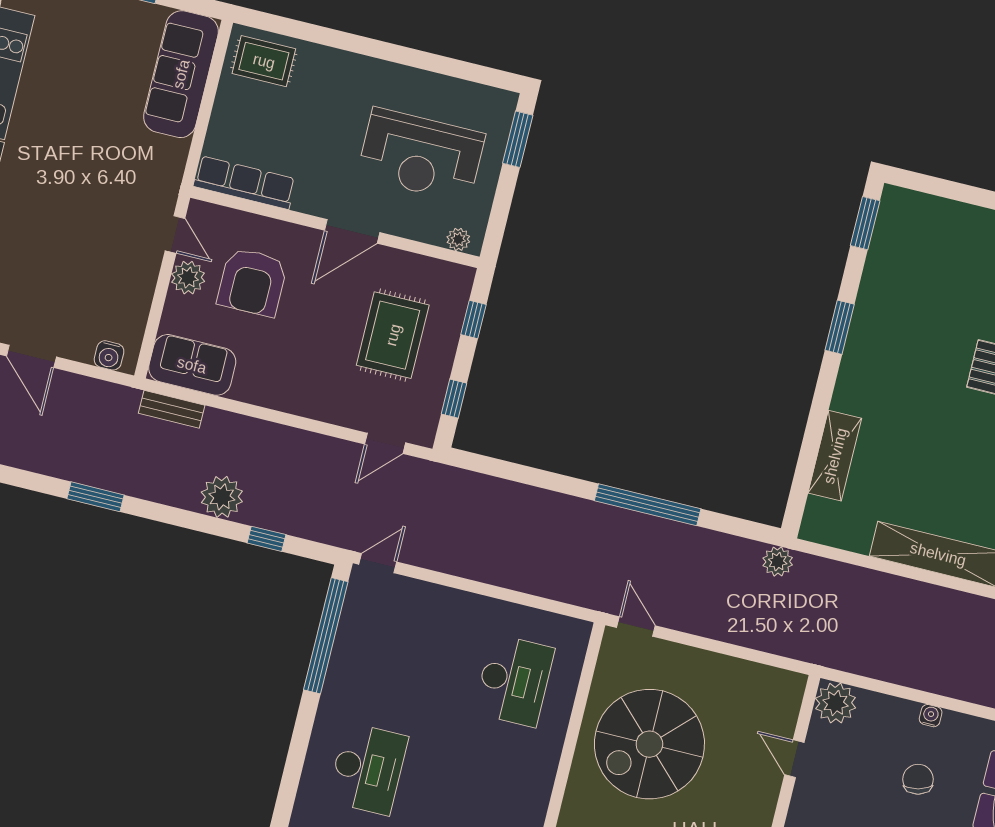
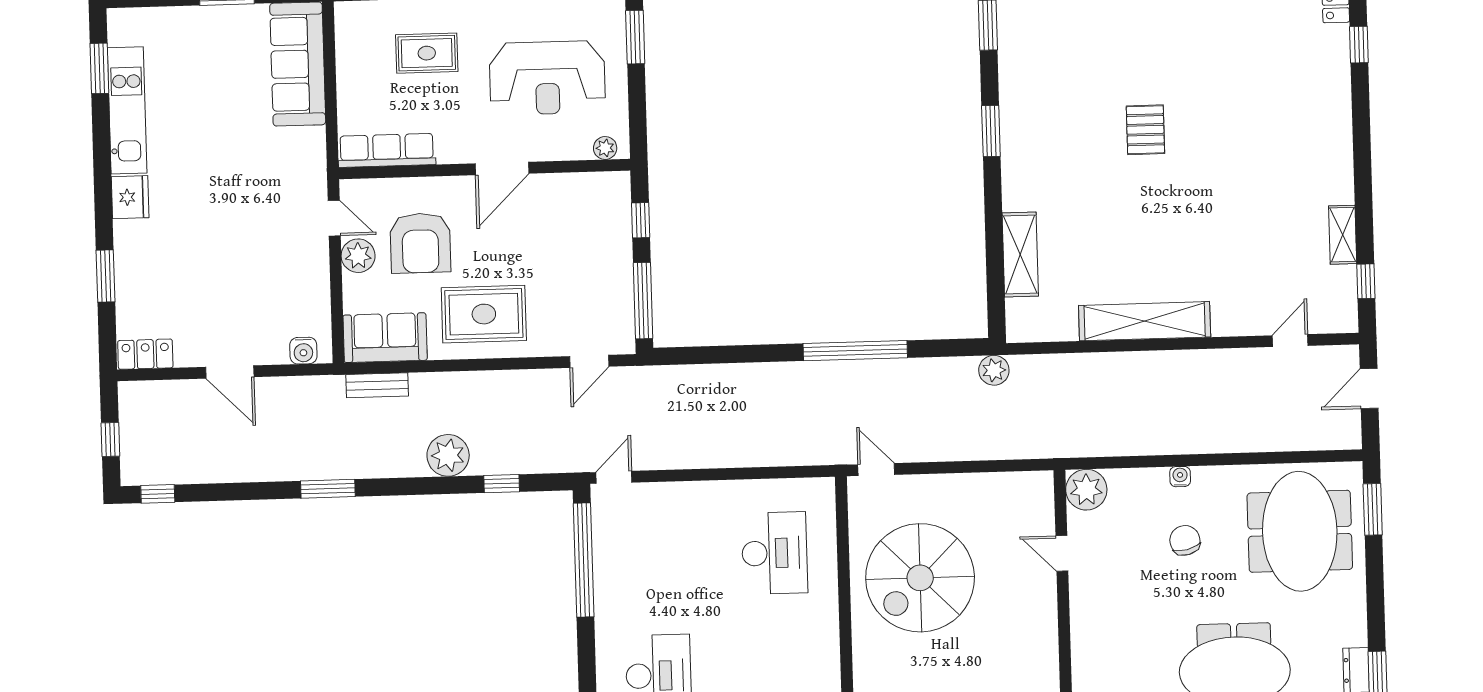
rug: (264, 61) -> (427, 53), moved
rug: (393, 335) -> (484, 314), moved, turned 90
window: (454, 399) -> (643, 301), width x2.17

